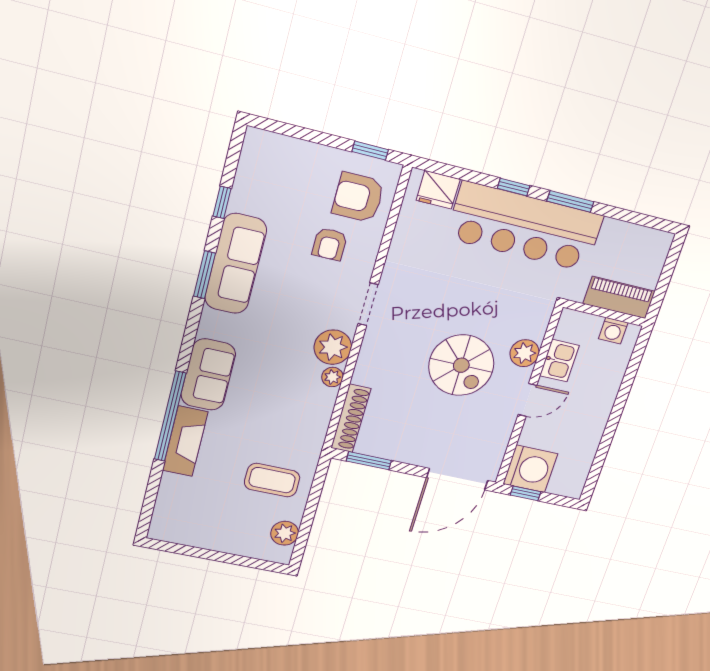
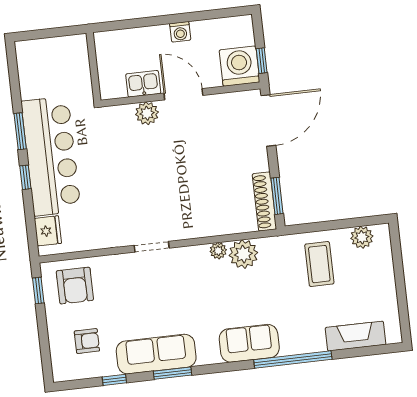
armchair: (330, 244) -> (87, 341), moved
piano: (619, 297) -> (78, 61), removed
washing machine: (613, 331) -> (180, 32), moved, turned 90
plant: (333, 347) -> (243, 254), moved
spiral stairs: (461, 365) -> (174, 157), removed
door: (527, 400) -> (183, 94), width x1.38
shoe rack: (351, 418) -> (264, 201), moved, turned -90
fireplace: (185, 441) -> (356, 336), moved
door: (457, 479) -> (268, 120), hinge flipped

